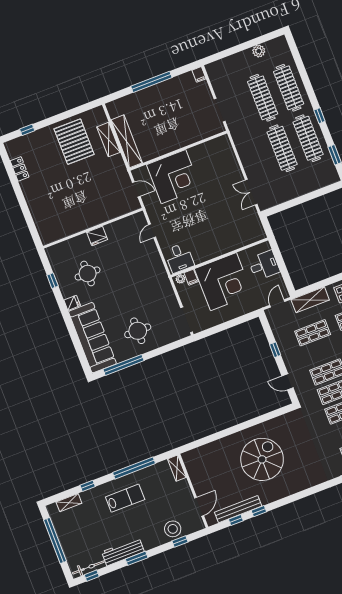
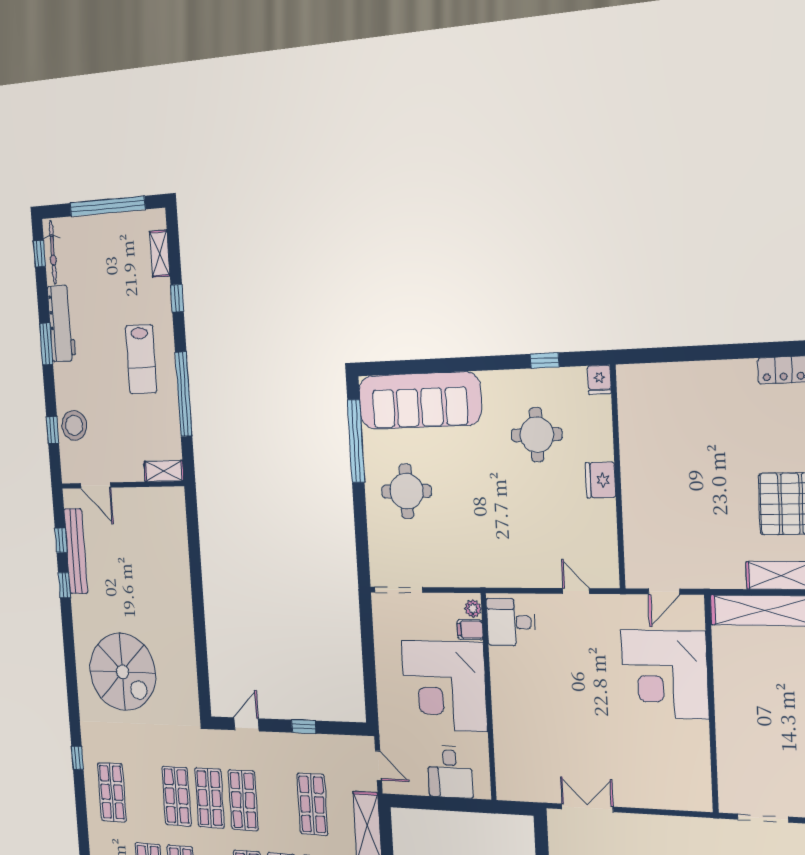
fridge: (72, 303) -> (599, 380), moved
spiral stairs: (262, 459) -> (123, 672), moved

